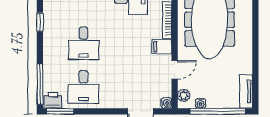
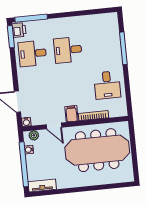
window: (40, 22) -> (81, 13), removed

